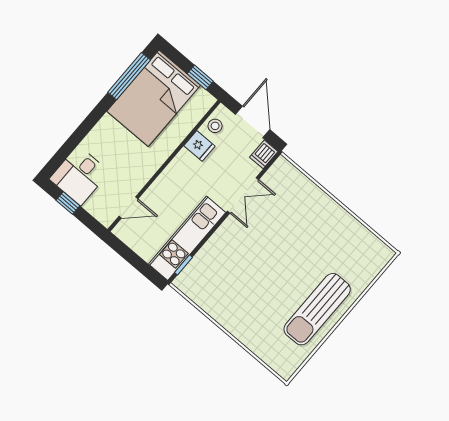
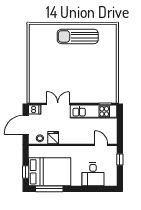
window: (200, 77) -> (26, 172), moved
desk: (79, 175) -> (93, 174), moved, turned 90
window: (68, 203) -> (120, 159), moved
sun lounger: (317, 309) -> (78, 36), turned 180

